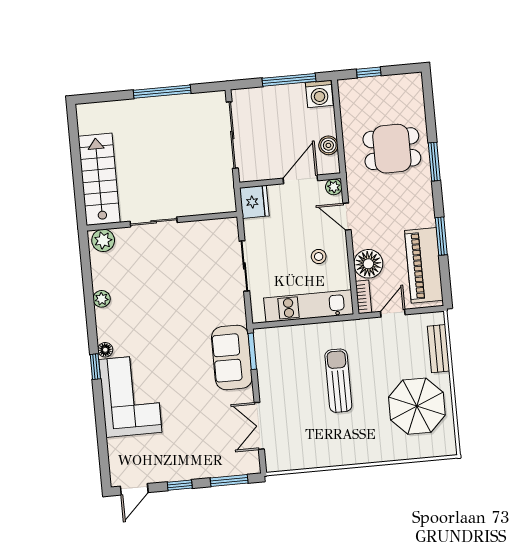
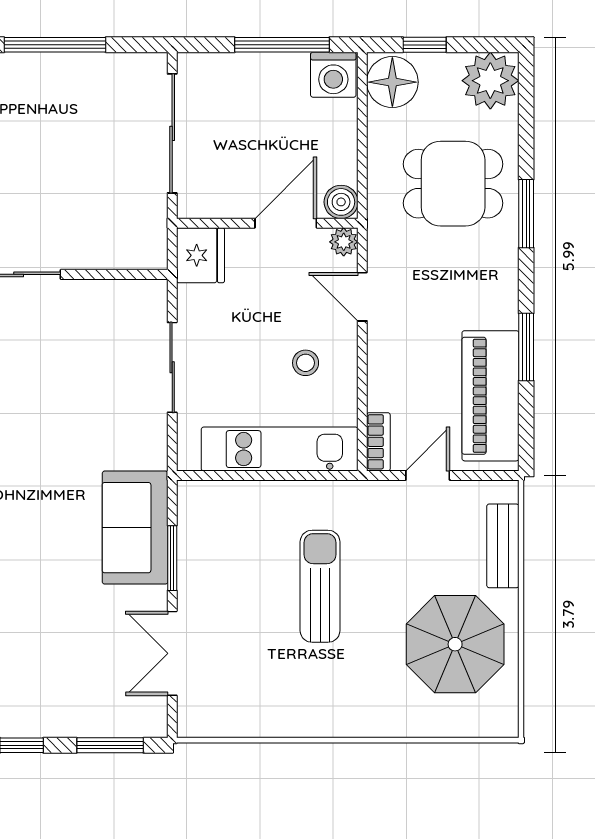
plant: (407, 89) -> (490, 81), added
boiler: (328, 145) -> (341, 202), moved
floor lamp: (368, 264) -> (392, 82), moved
window: (252, 351) -> (172, 558), moved

